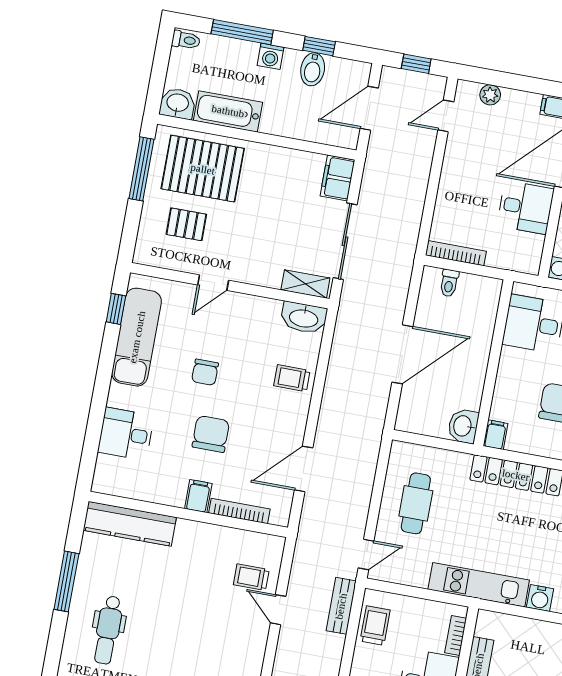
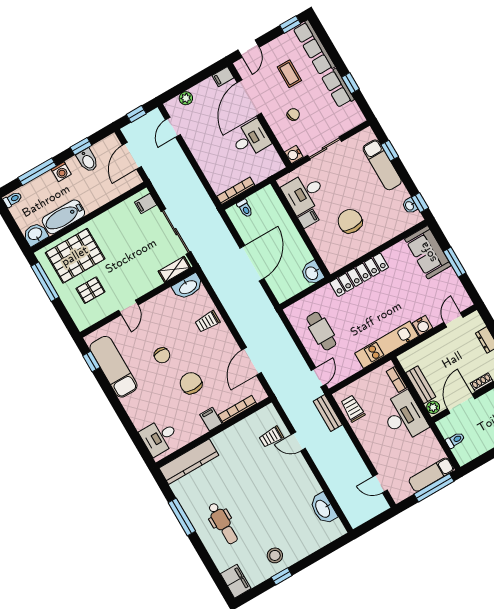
filing cabinet: (338, 178) -> (146, 204), width x0.50
desk: (126, 434) -> (159, 437), moved
filing cabinet: (496, 435) -> (308, 219), moved, turned 90

